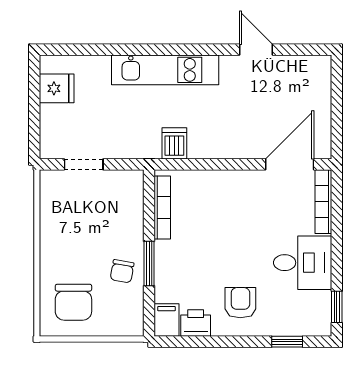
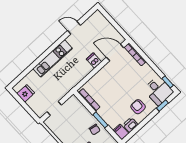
dishwasher: (174, 143) -> (94, 60), moved
door: (290, 164) -> (115, 53), hinge flipped
desk: (303, 263) -> (158, 91), moved, turned 90

